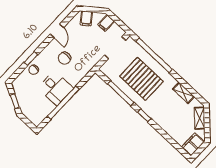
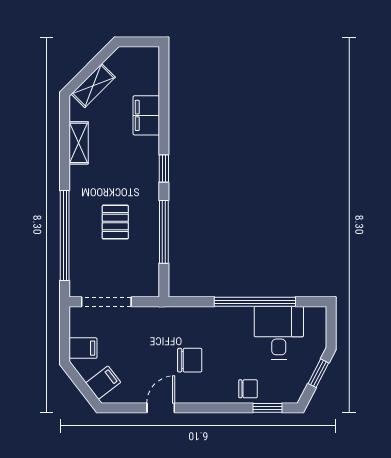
window: (31, 59) -> (267, 408), moved
pallet: (141, 79) -> (115, 222), width x0.49, depth x0.50
desk: (56, 88) -> (279, 333), moved
filing cabinet: (193, 144) -> (146, 115), moved, turned 90

